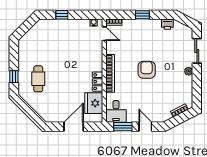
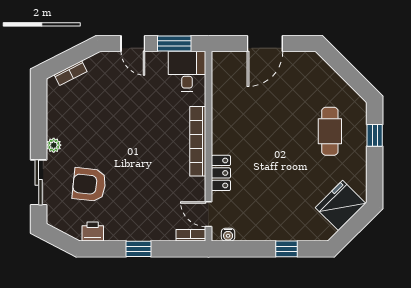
armchair: (147, 70) -> (89, 185), moved, turned 96
locker: (98, 82) -> (221, 173), moved
fridge: (94, 103) -> (340, 205), moved, turned -135

